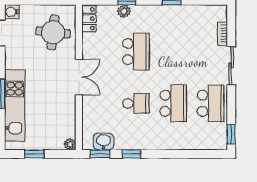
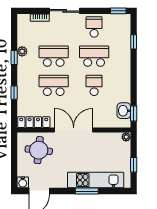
plant: (124, 11) -> (22, 51), moved
locker: (89, 19) -> (34, 122), width x1.53
school desk: (173, 52) -> (54, 56), added
double door: (79, 77) -> (74, 130), width x1.37
school desk: (211, 103) -> (94, 27), width x0.54
window: (131, 154) -> (134, 42), moved

